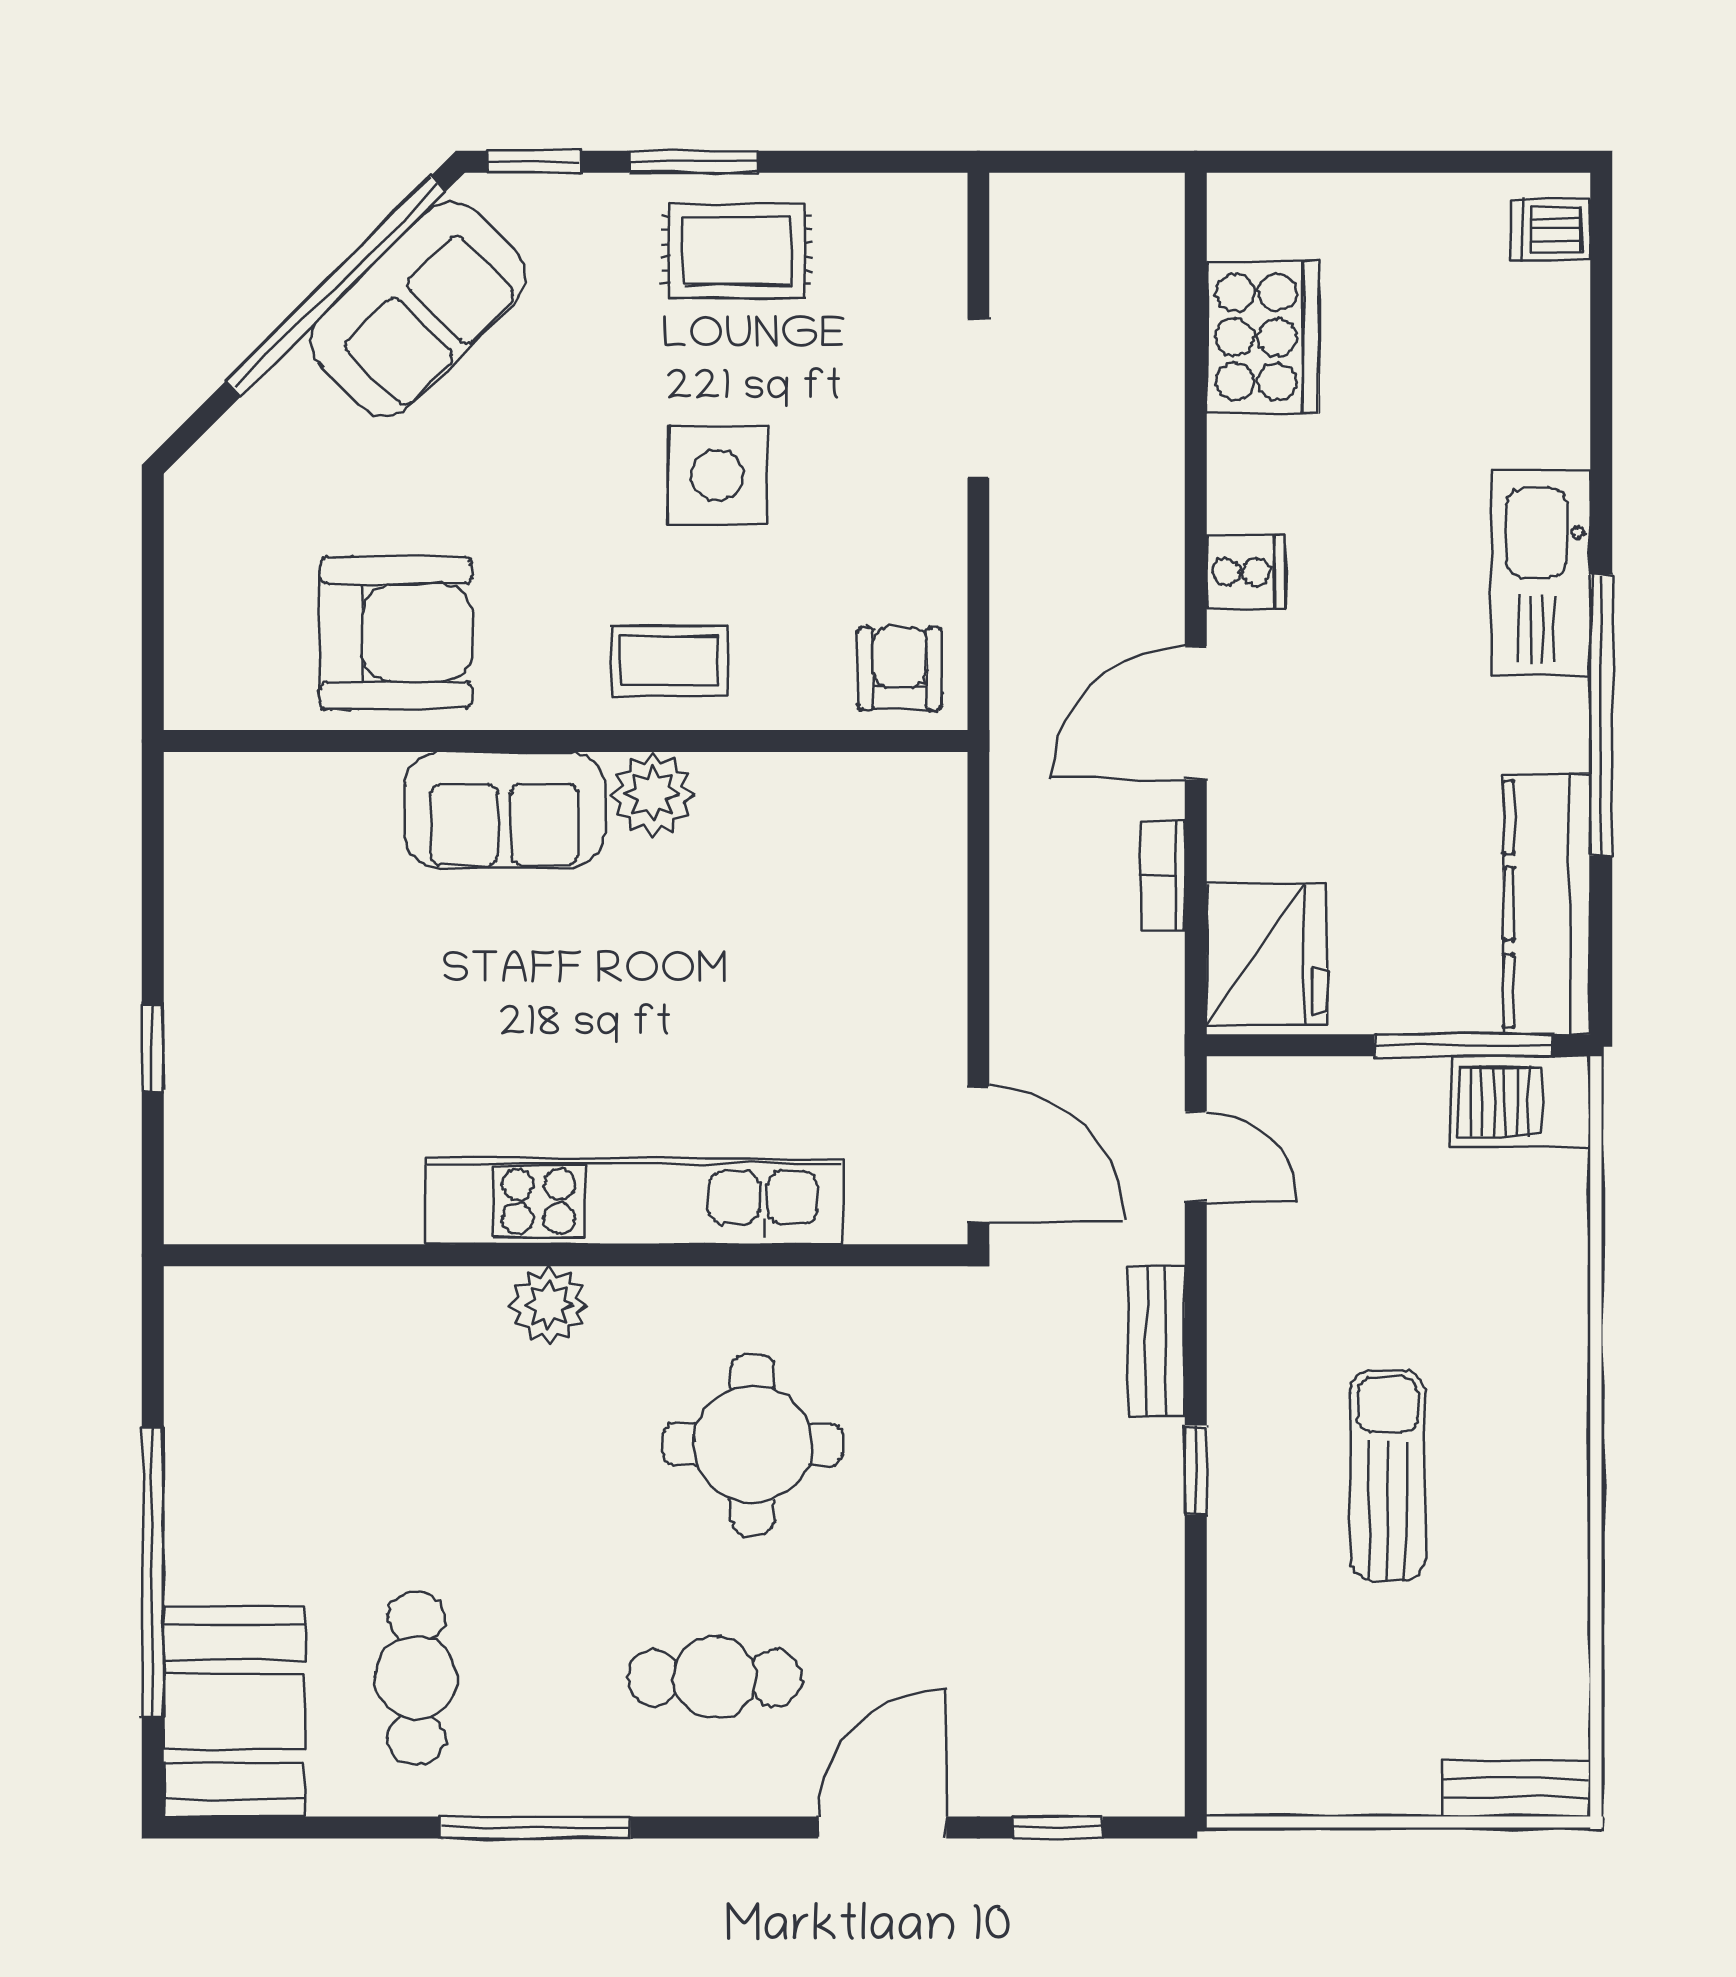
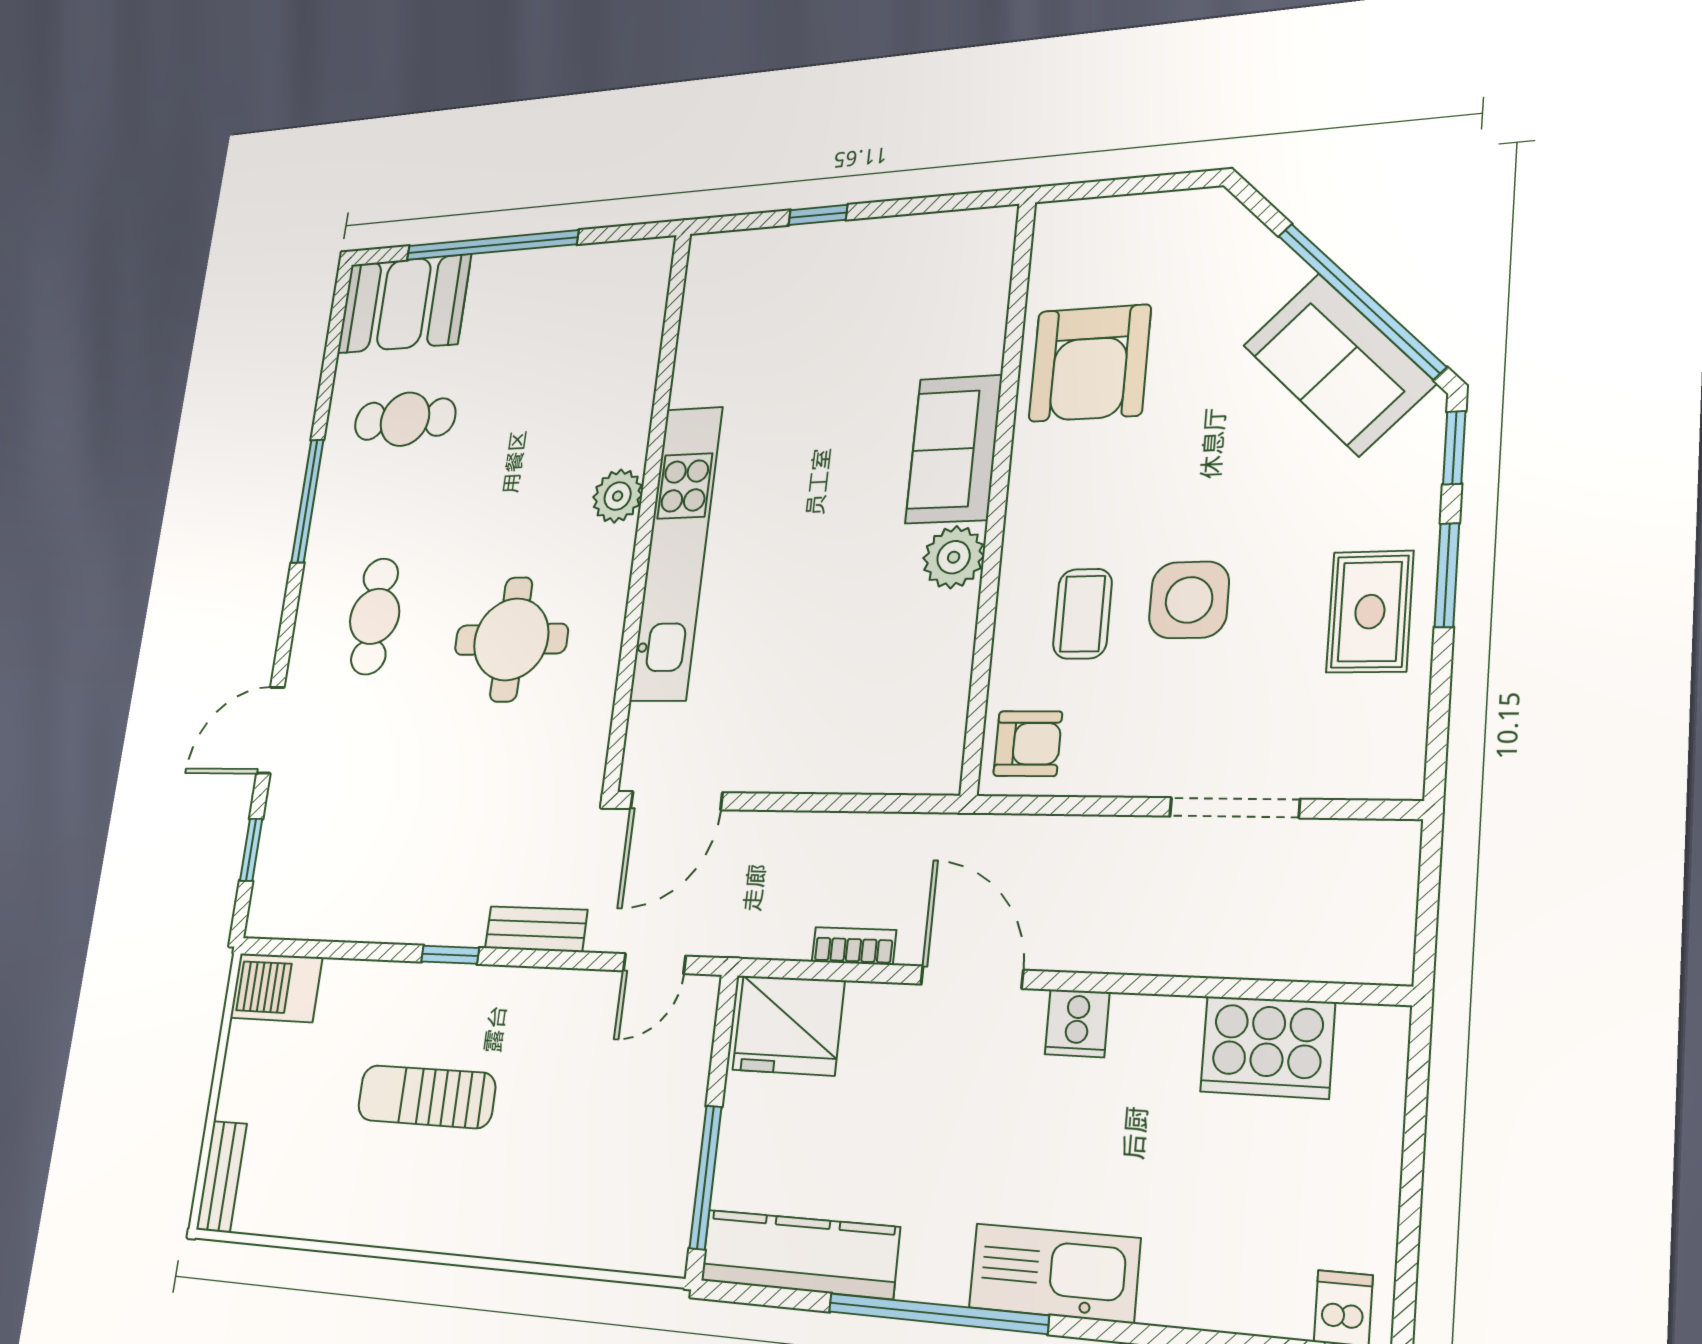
coffee table: (670, 661) -> (1083, 614), moved
barbecue: (1521, 1102) -> (276, 988), moved, turned -90
sun lounger: (1388, 1476) -> (426, 1097), turned 180
door: (882, 1827) -> (270, 730), swing flipped

